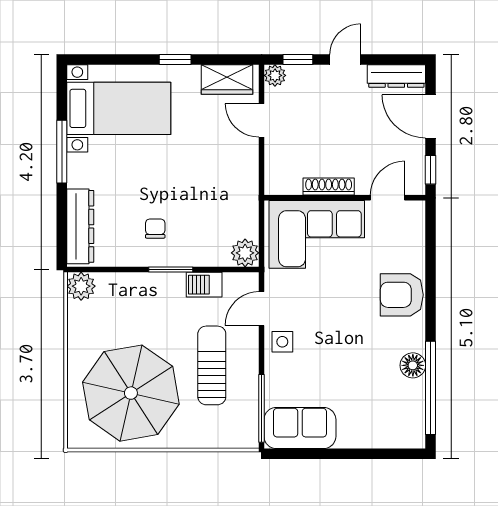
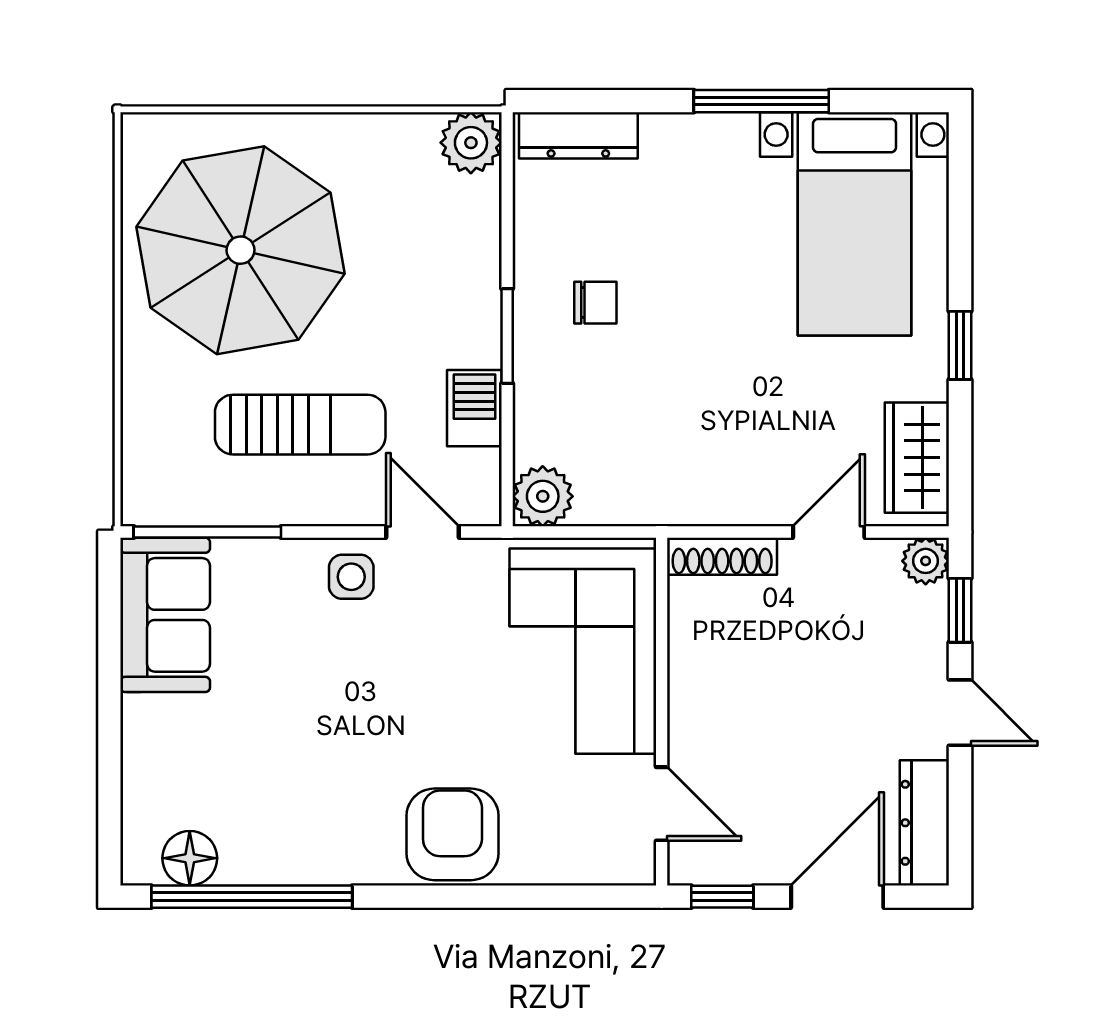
shoe rack: (329, 187) -> (722, 556), moved, turned 90
dresser: (80, 226) -> (578, 135), width x0.73, depth x0.80
floor lamp: (413, 365) -> (190, 858), moved

